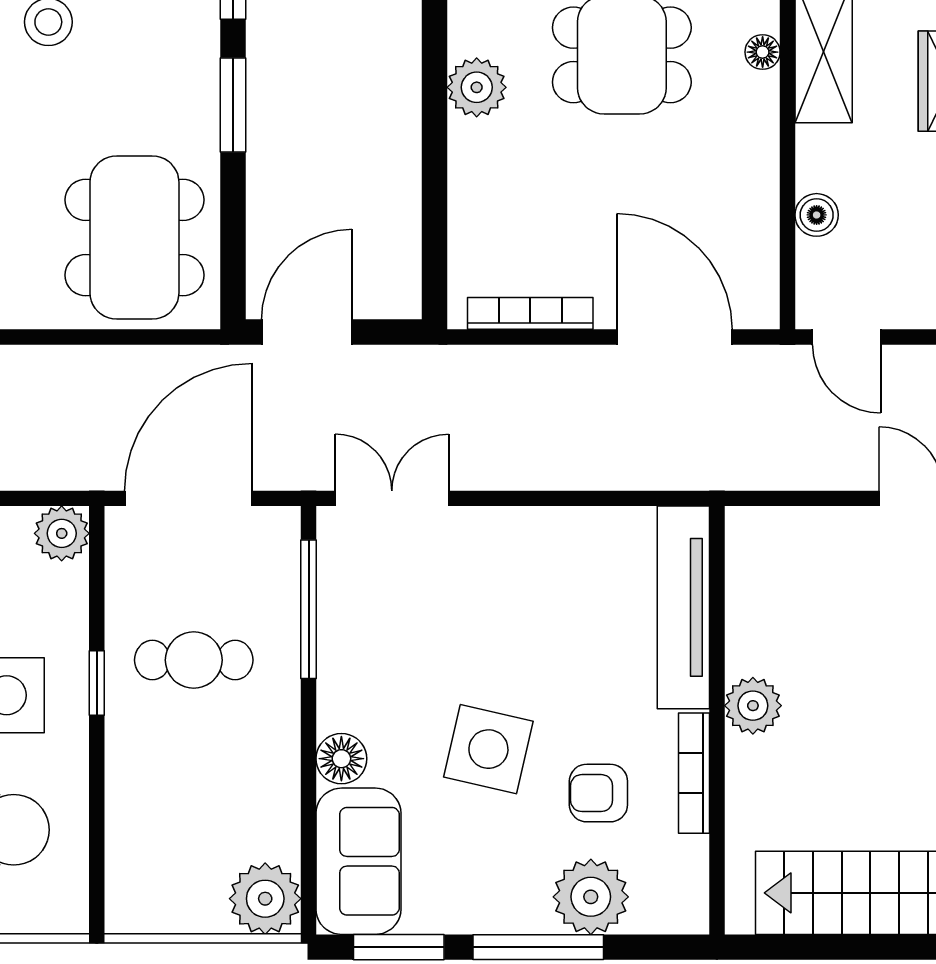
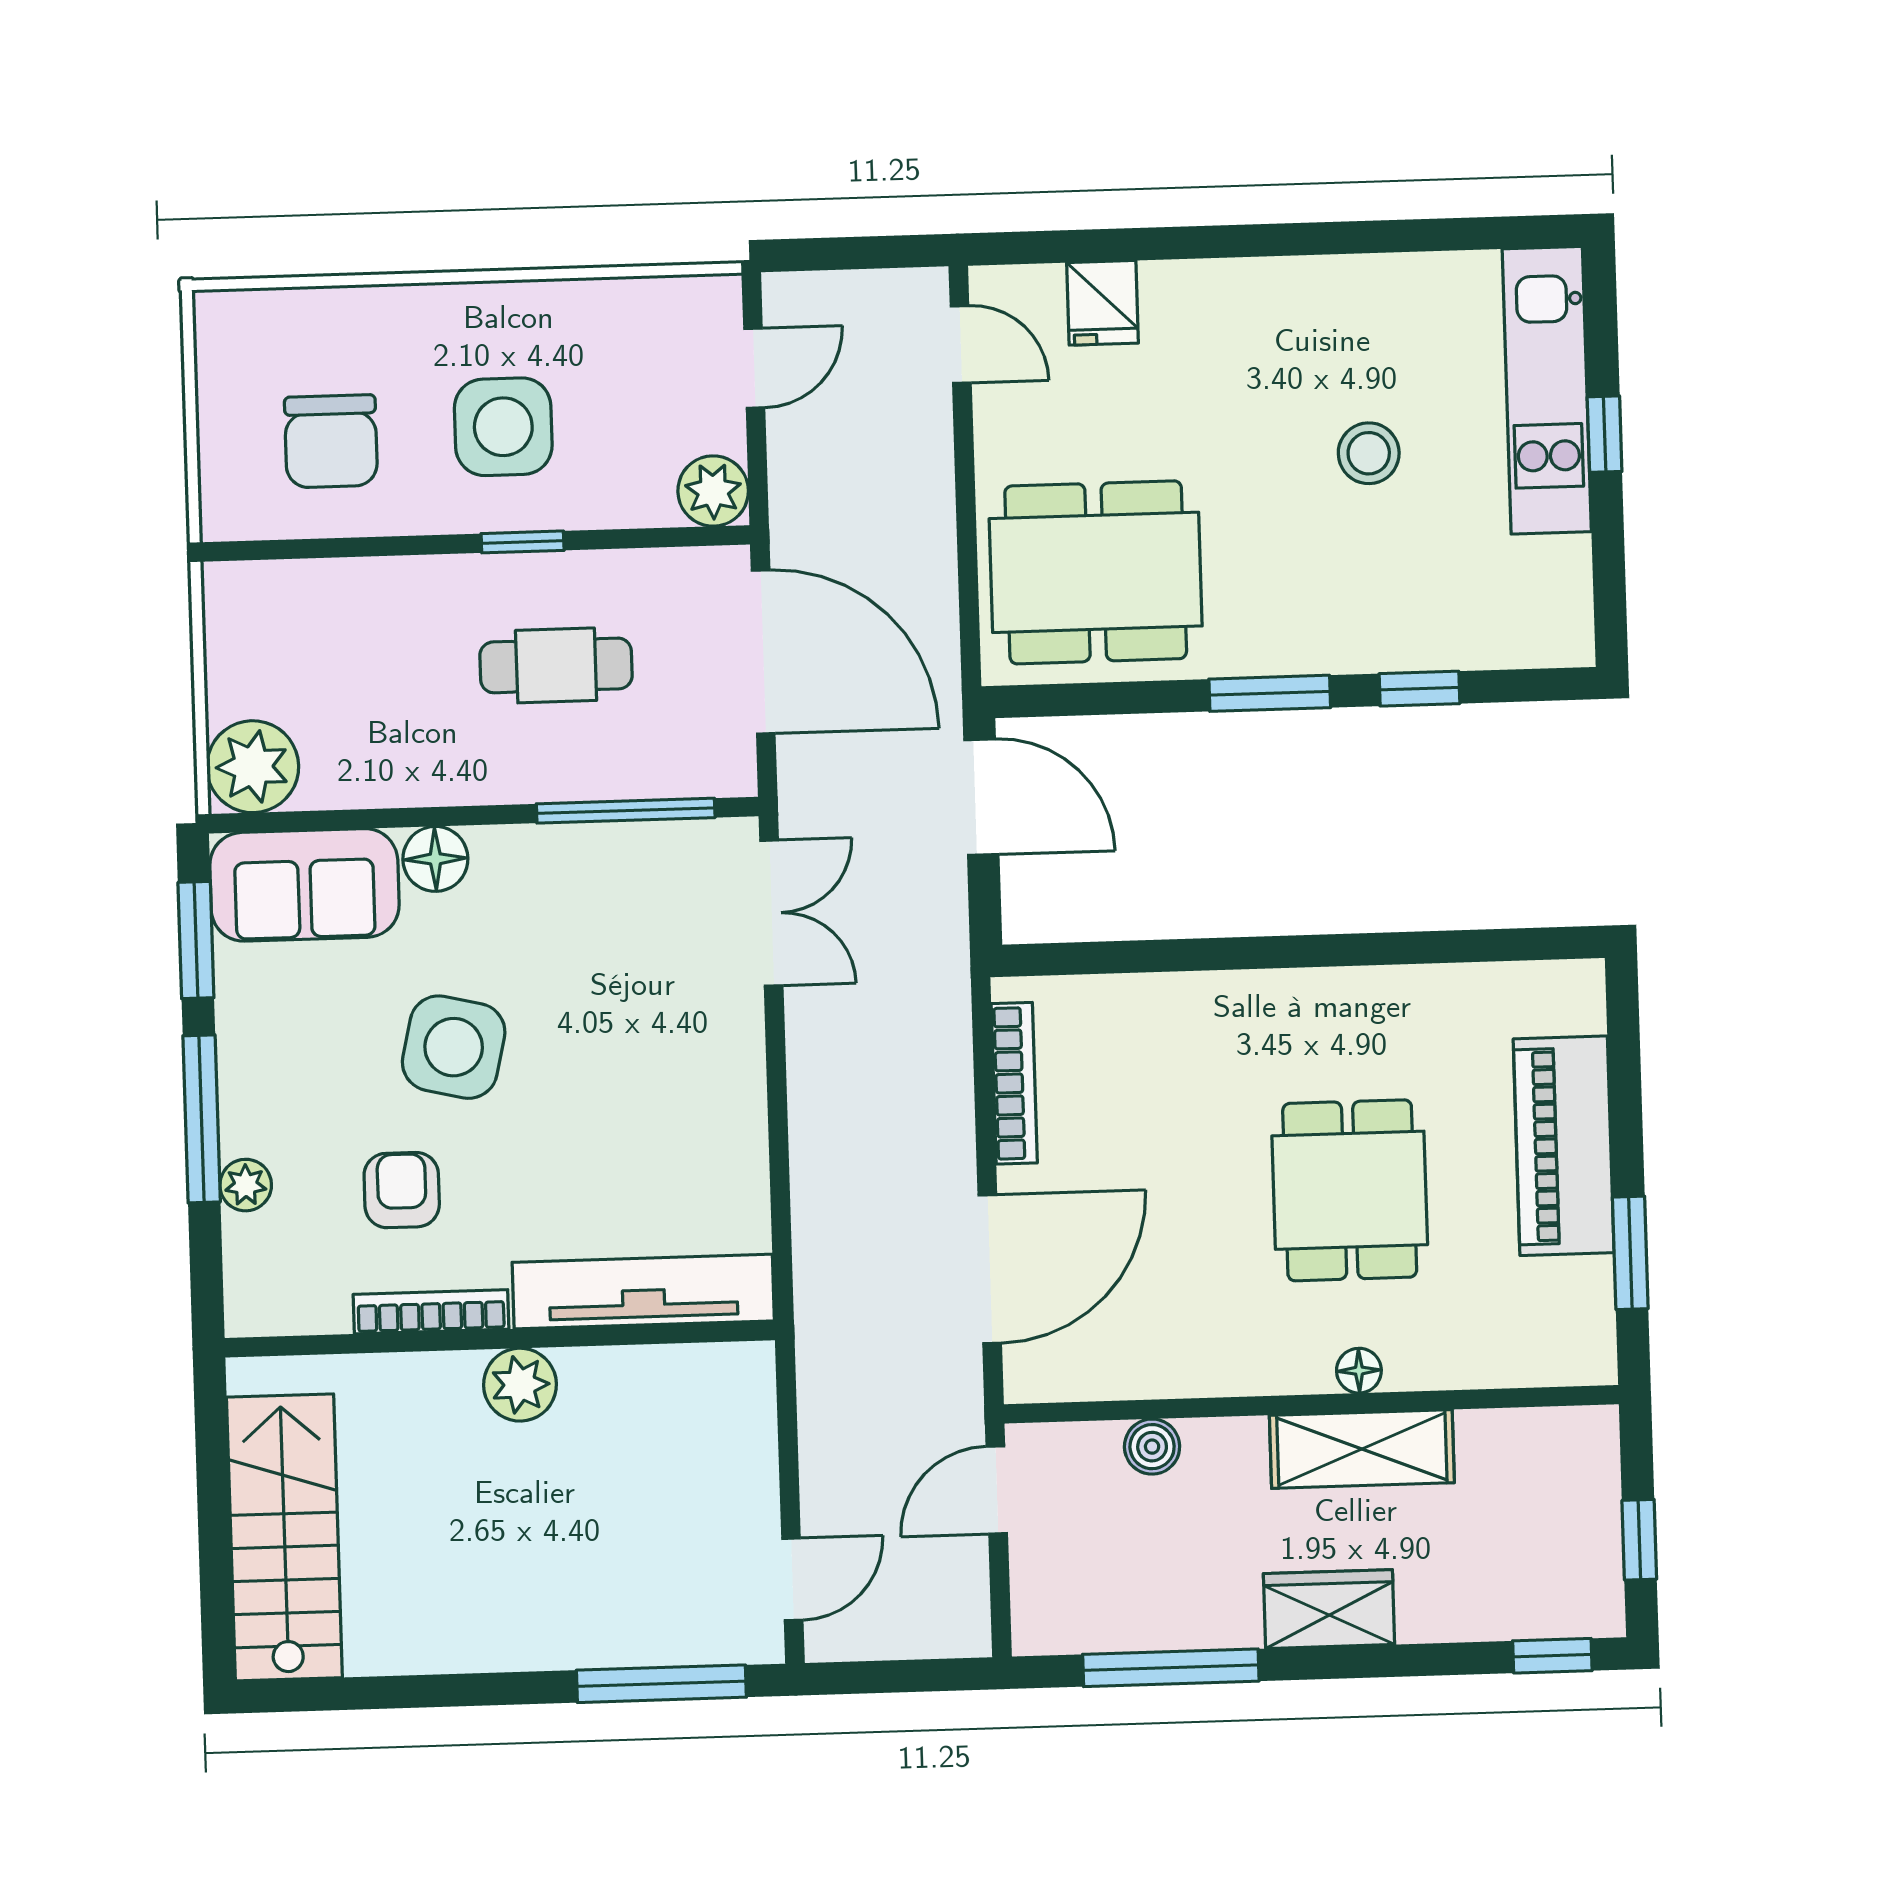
plant: (477, 87) -> (1302, 1005), removed
cafe table: (194, 660) -> (556, 665), turned 90
plant: (591, 897) -> (246, 1185), width x0.53, depth x0.53

